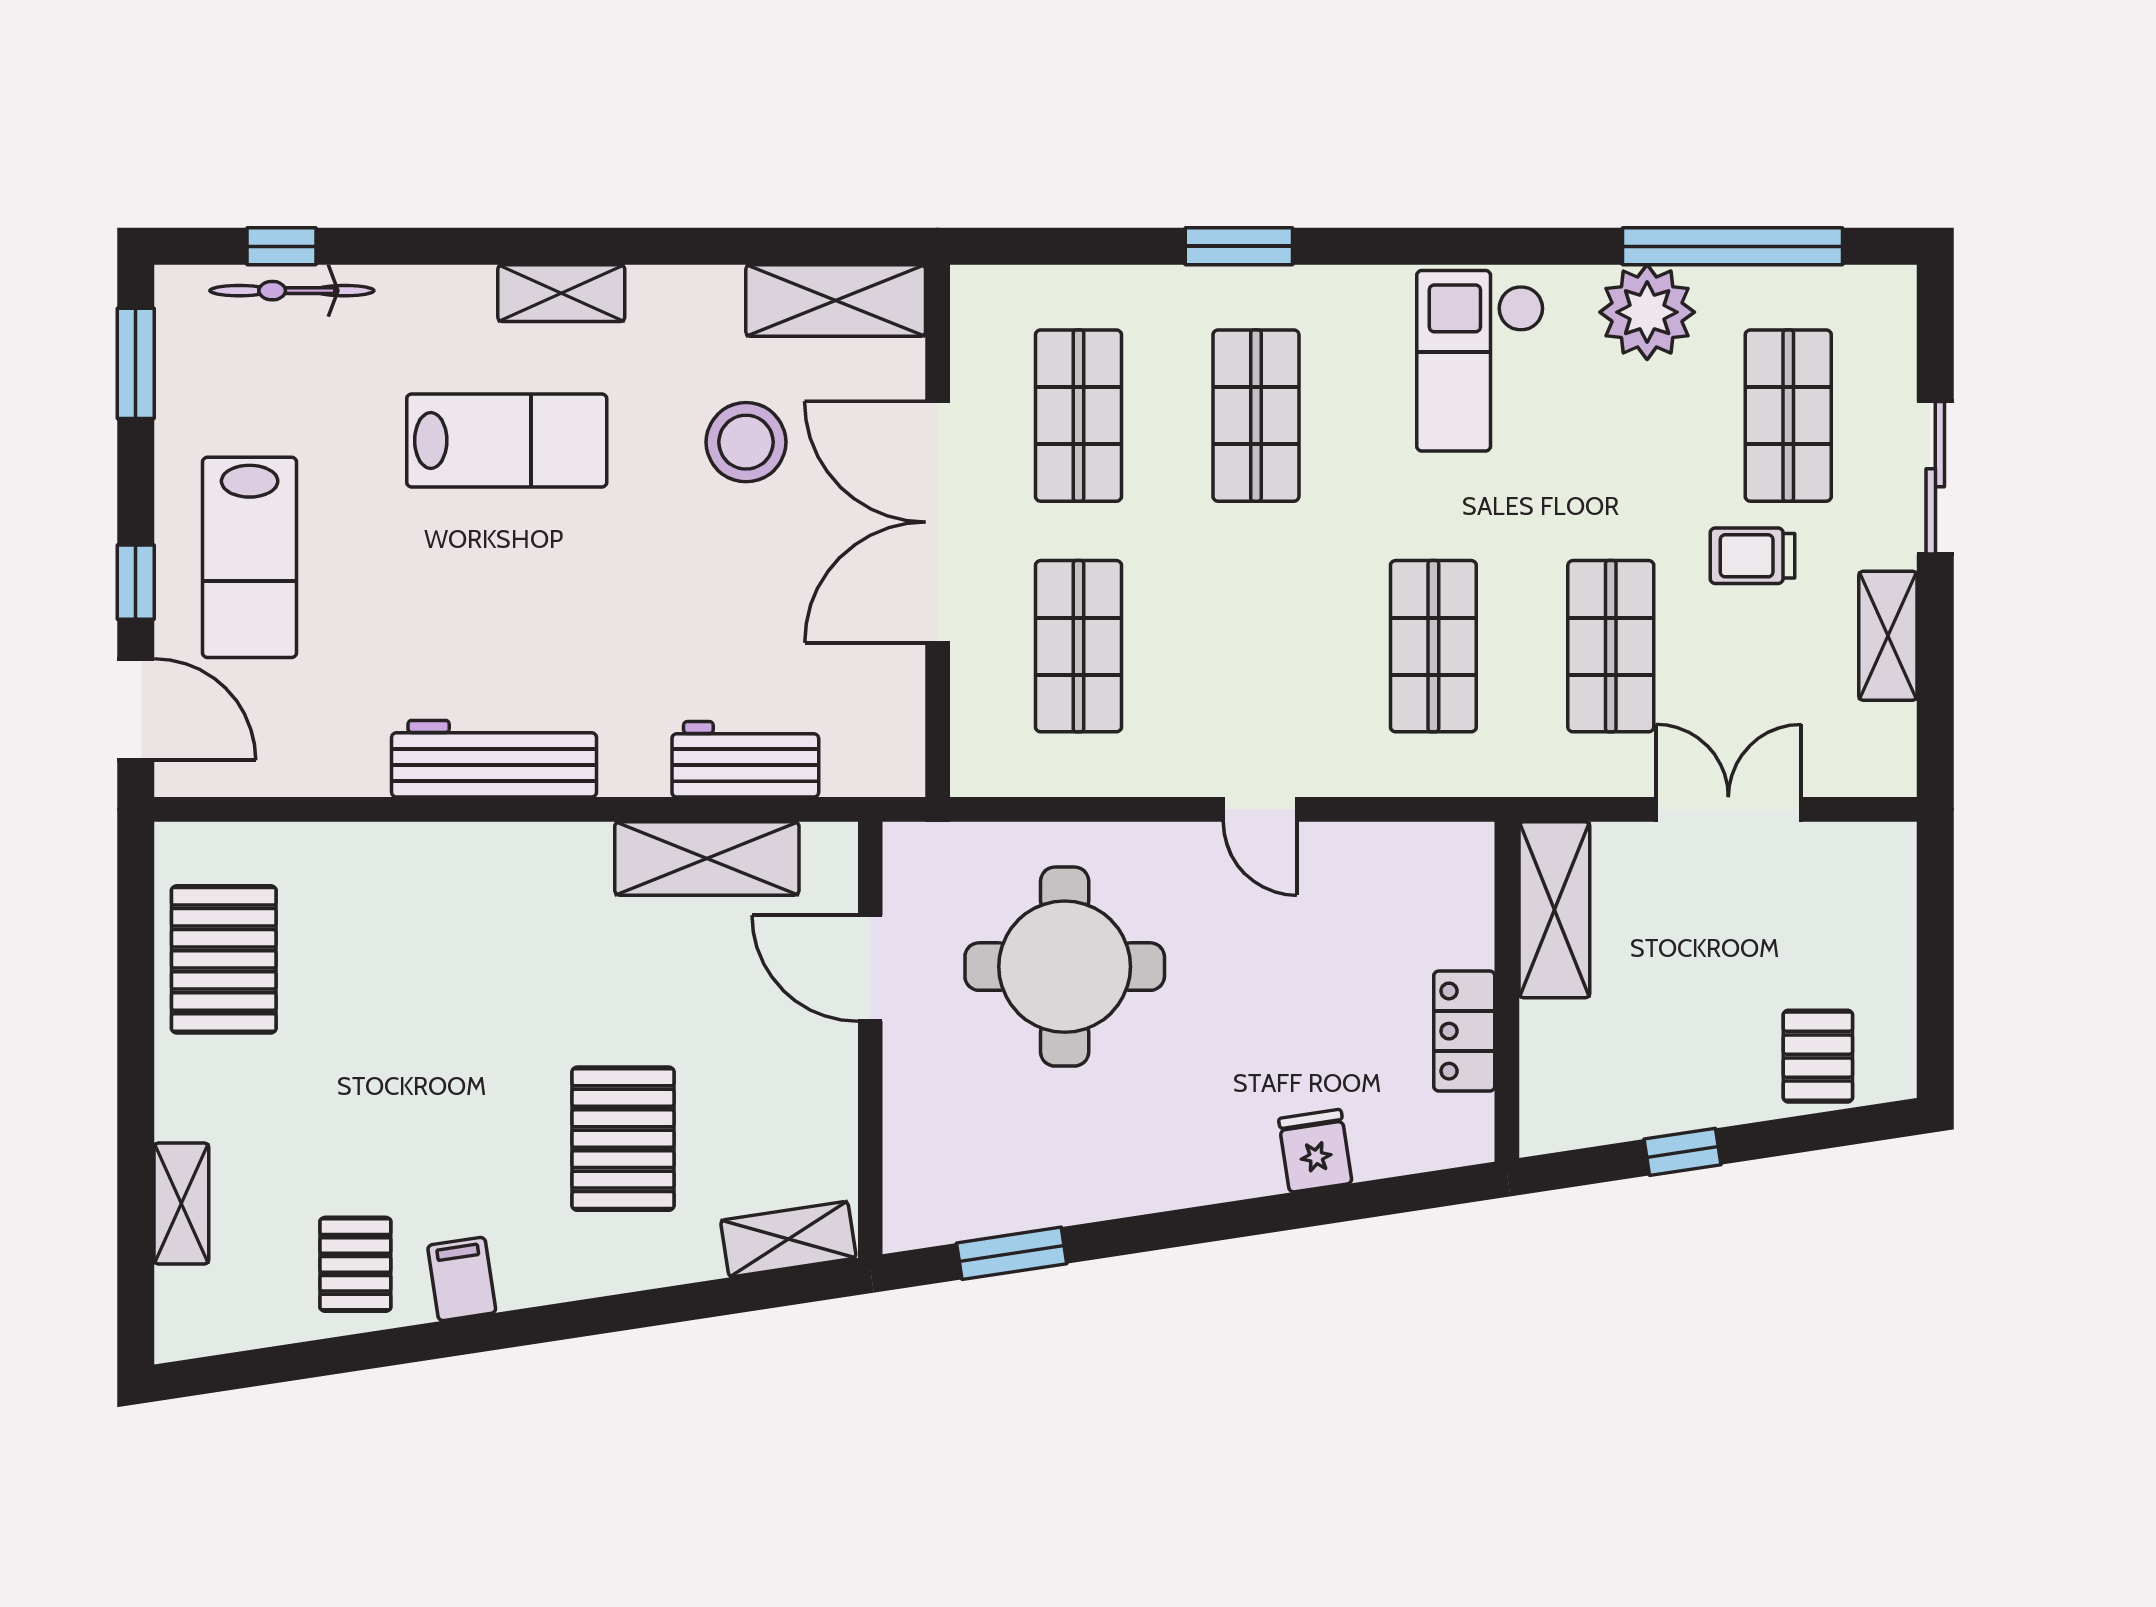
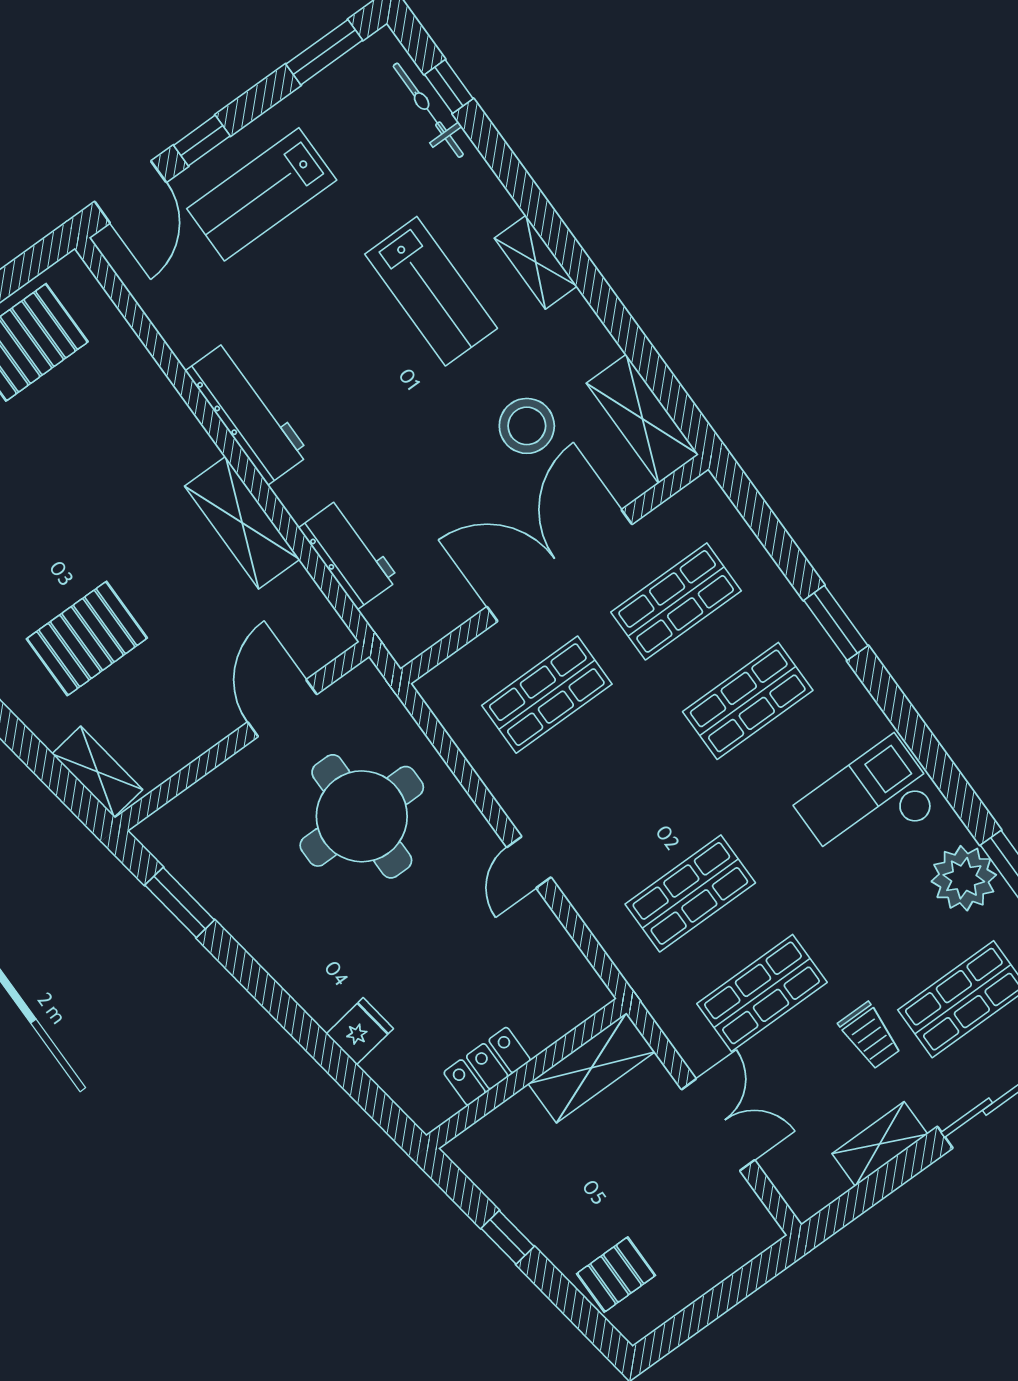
trolley: (1753, 556) -> (870, 1036), turned 180
shelving: (707, 858) -> (242, 523), moved

